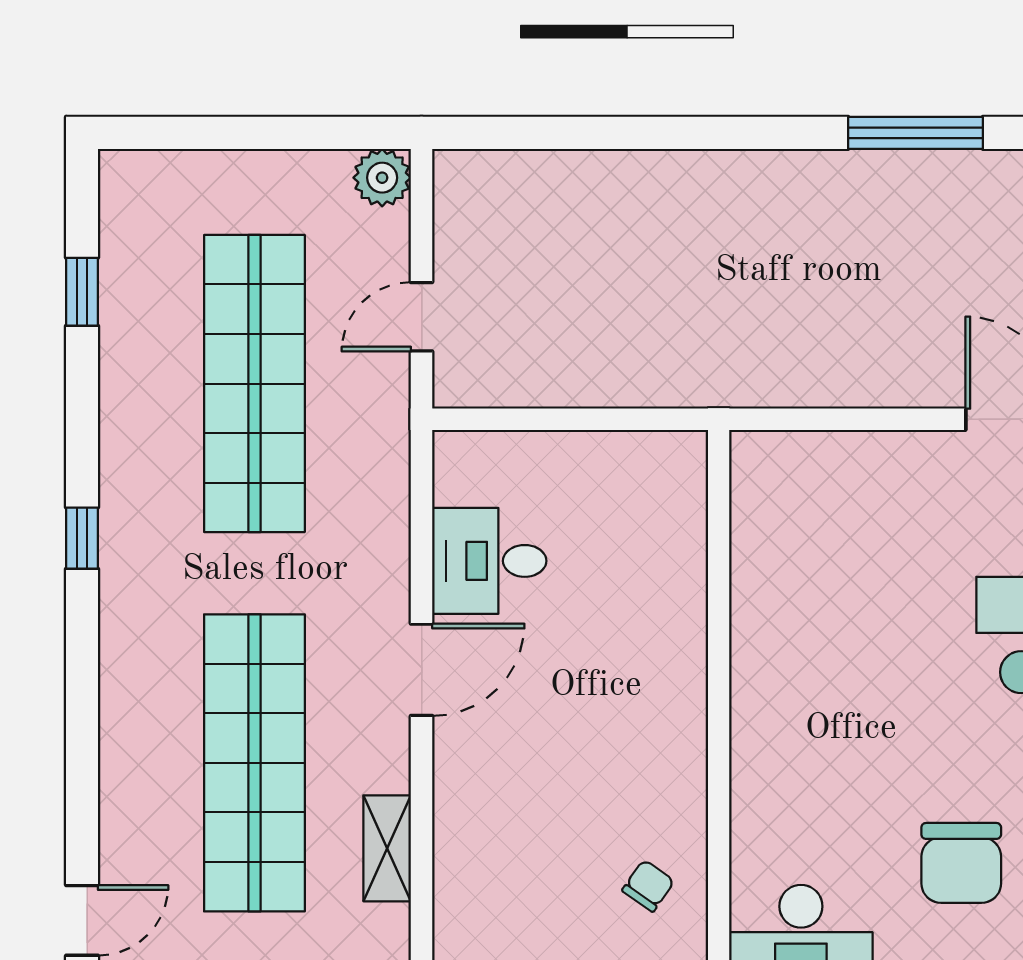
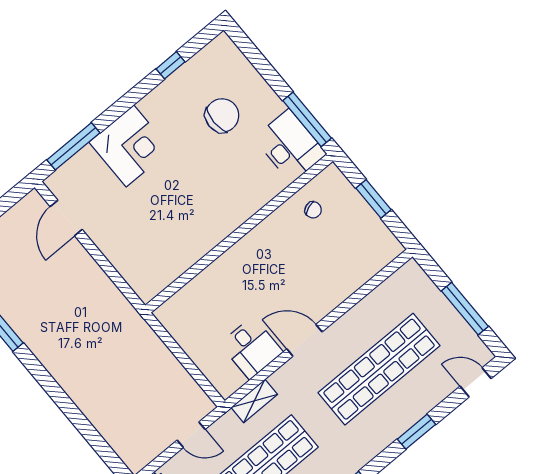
window: (82, 736) -> (416, 432), added
shelving: (387, 848) -> (254, 401), moved
chair: (648, 886) -> (313, 210), turned -147

